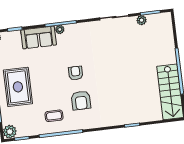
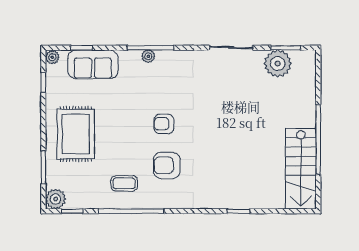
plant: (142, 20) -> (278, 63), width x1.88, depth x1.88
sofa: (39, 37) -> (93, 64), moved
armchair: (76, 73) -> (164, 124), turned -90
armchair: (81, 100) -> (167, 165), turned 90

